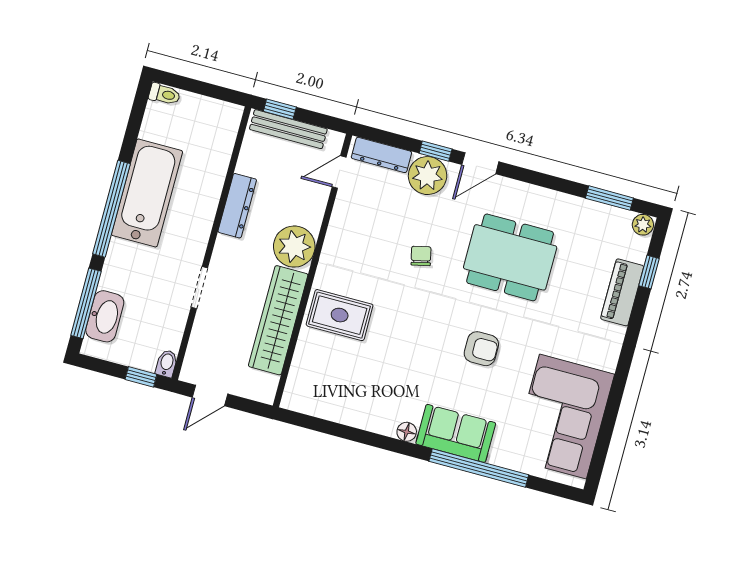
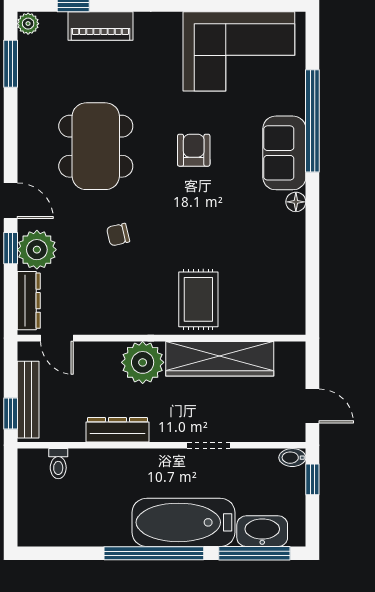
toilet: (164, 94) -> (58, 464), moved, turned 180
bathtub: (147, 193) -> (183, 522), moved

